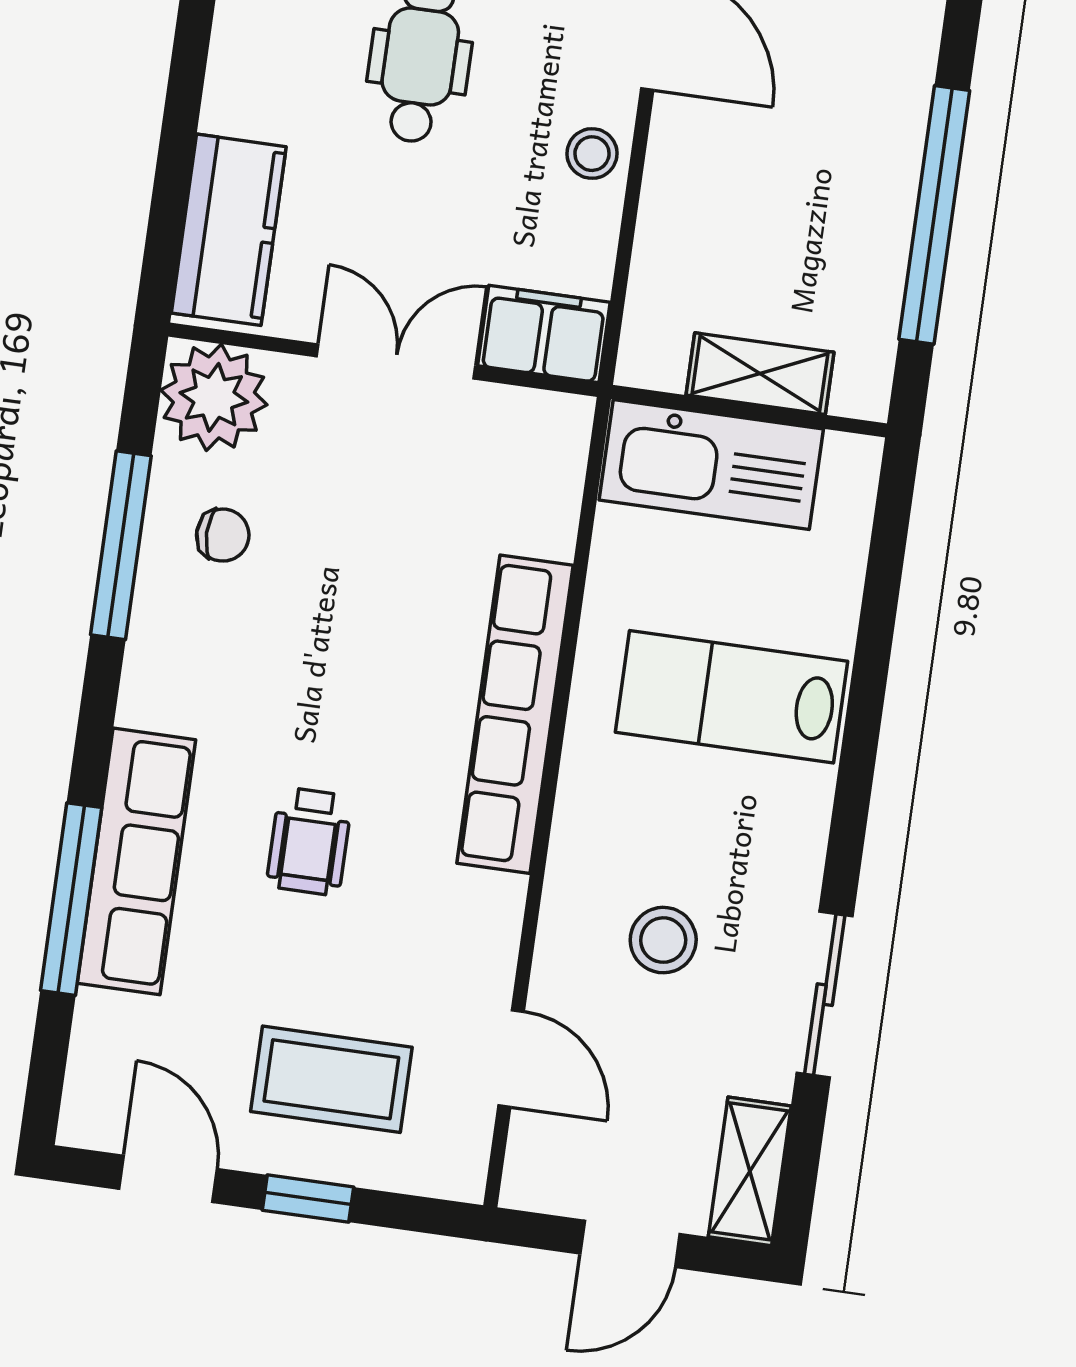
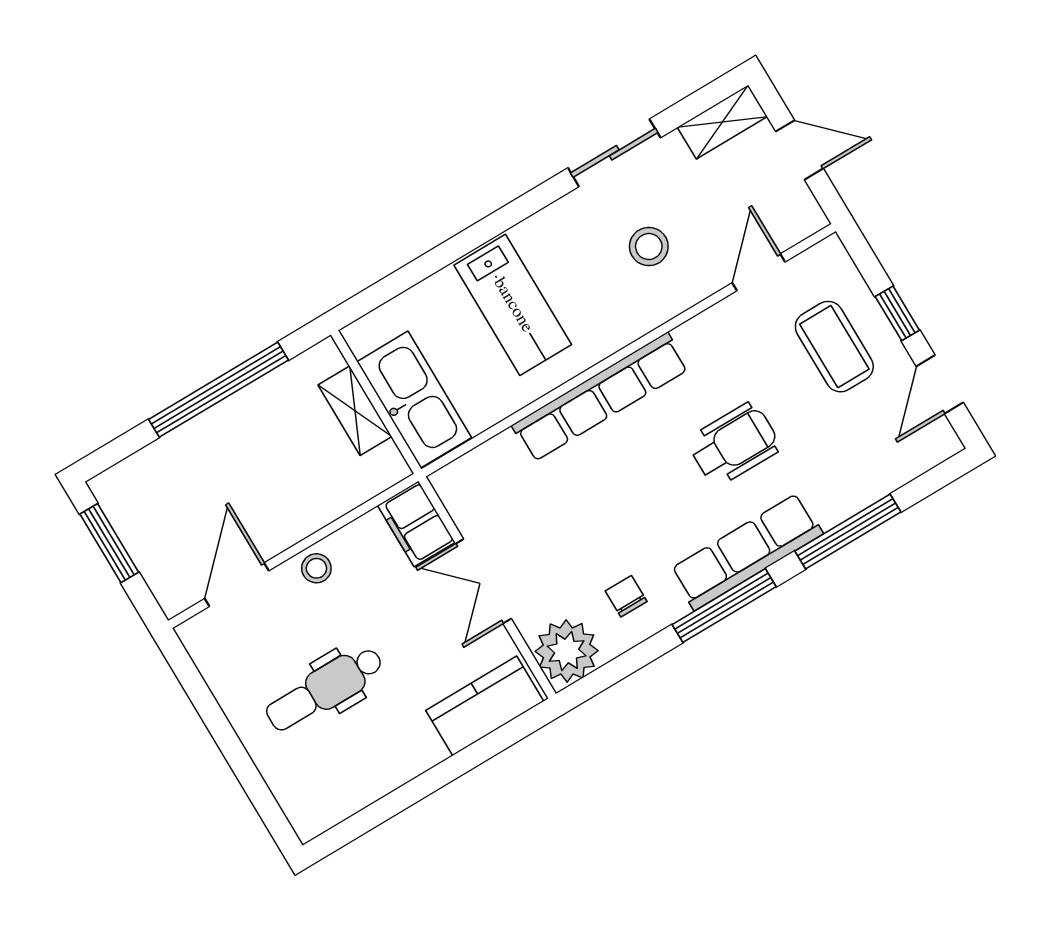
window: (121, 545) -> (724, 606), moved
wheelchair: (309, 841) -> (734, 444), width x1.36, depth x1.37
row of seats: (136, 861) -> (746, 552), moved

